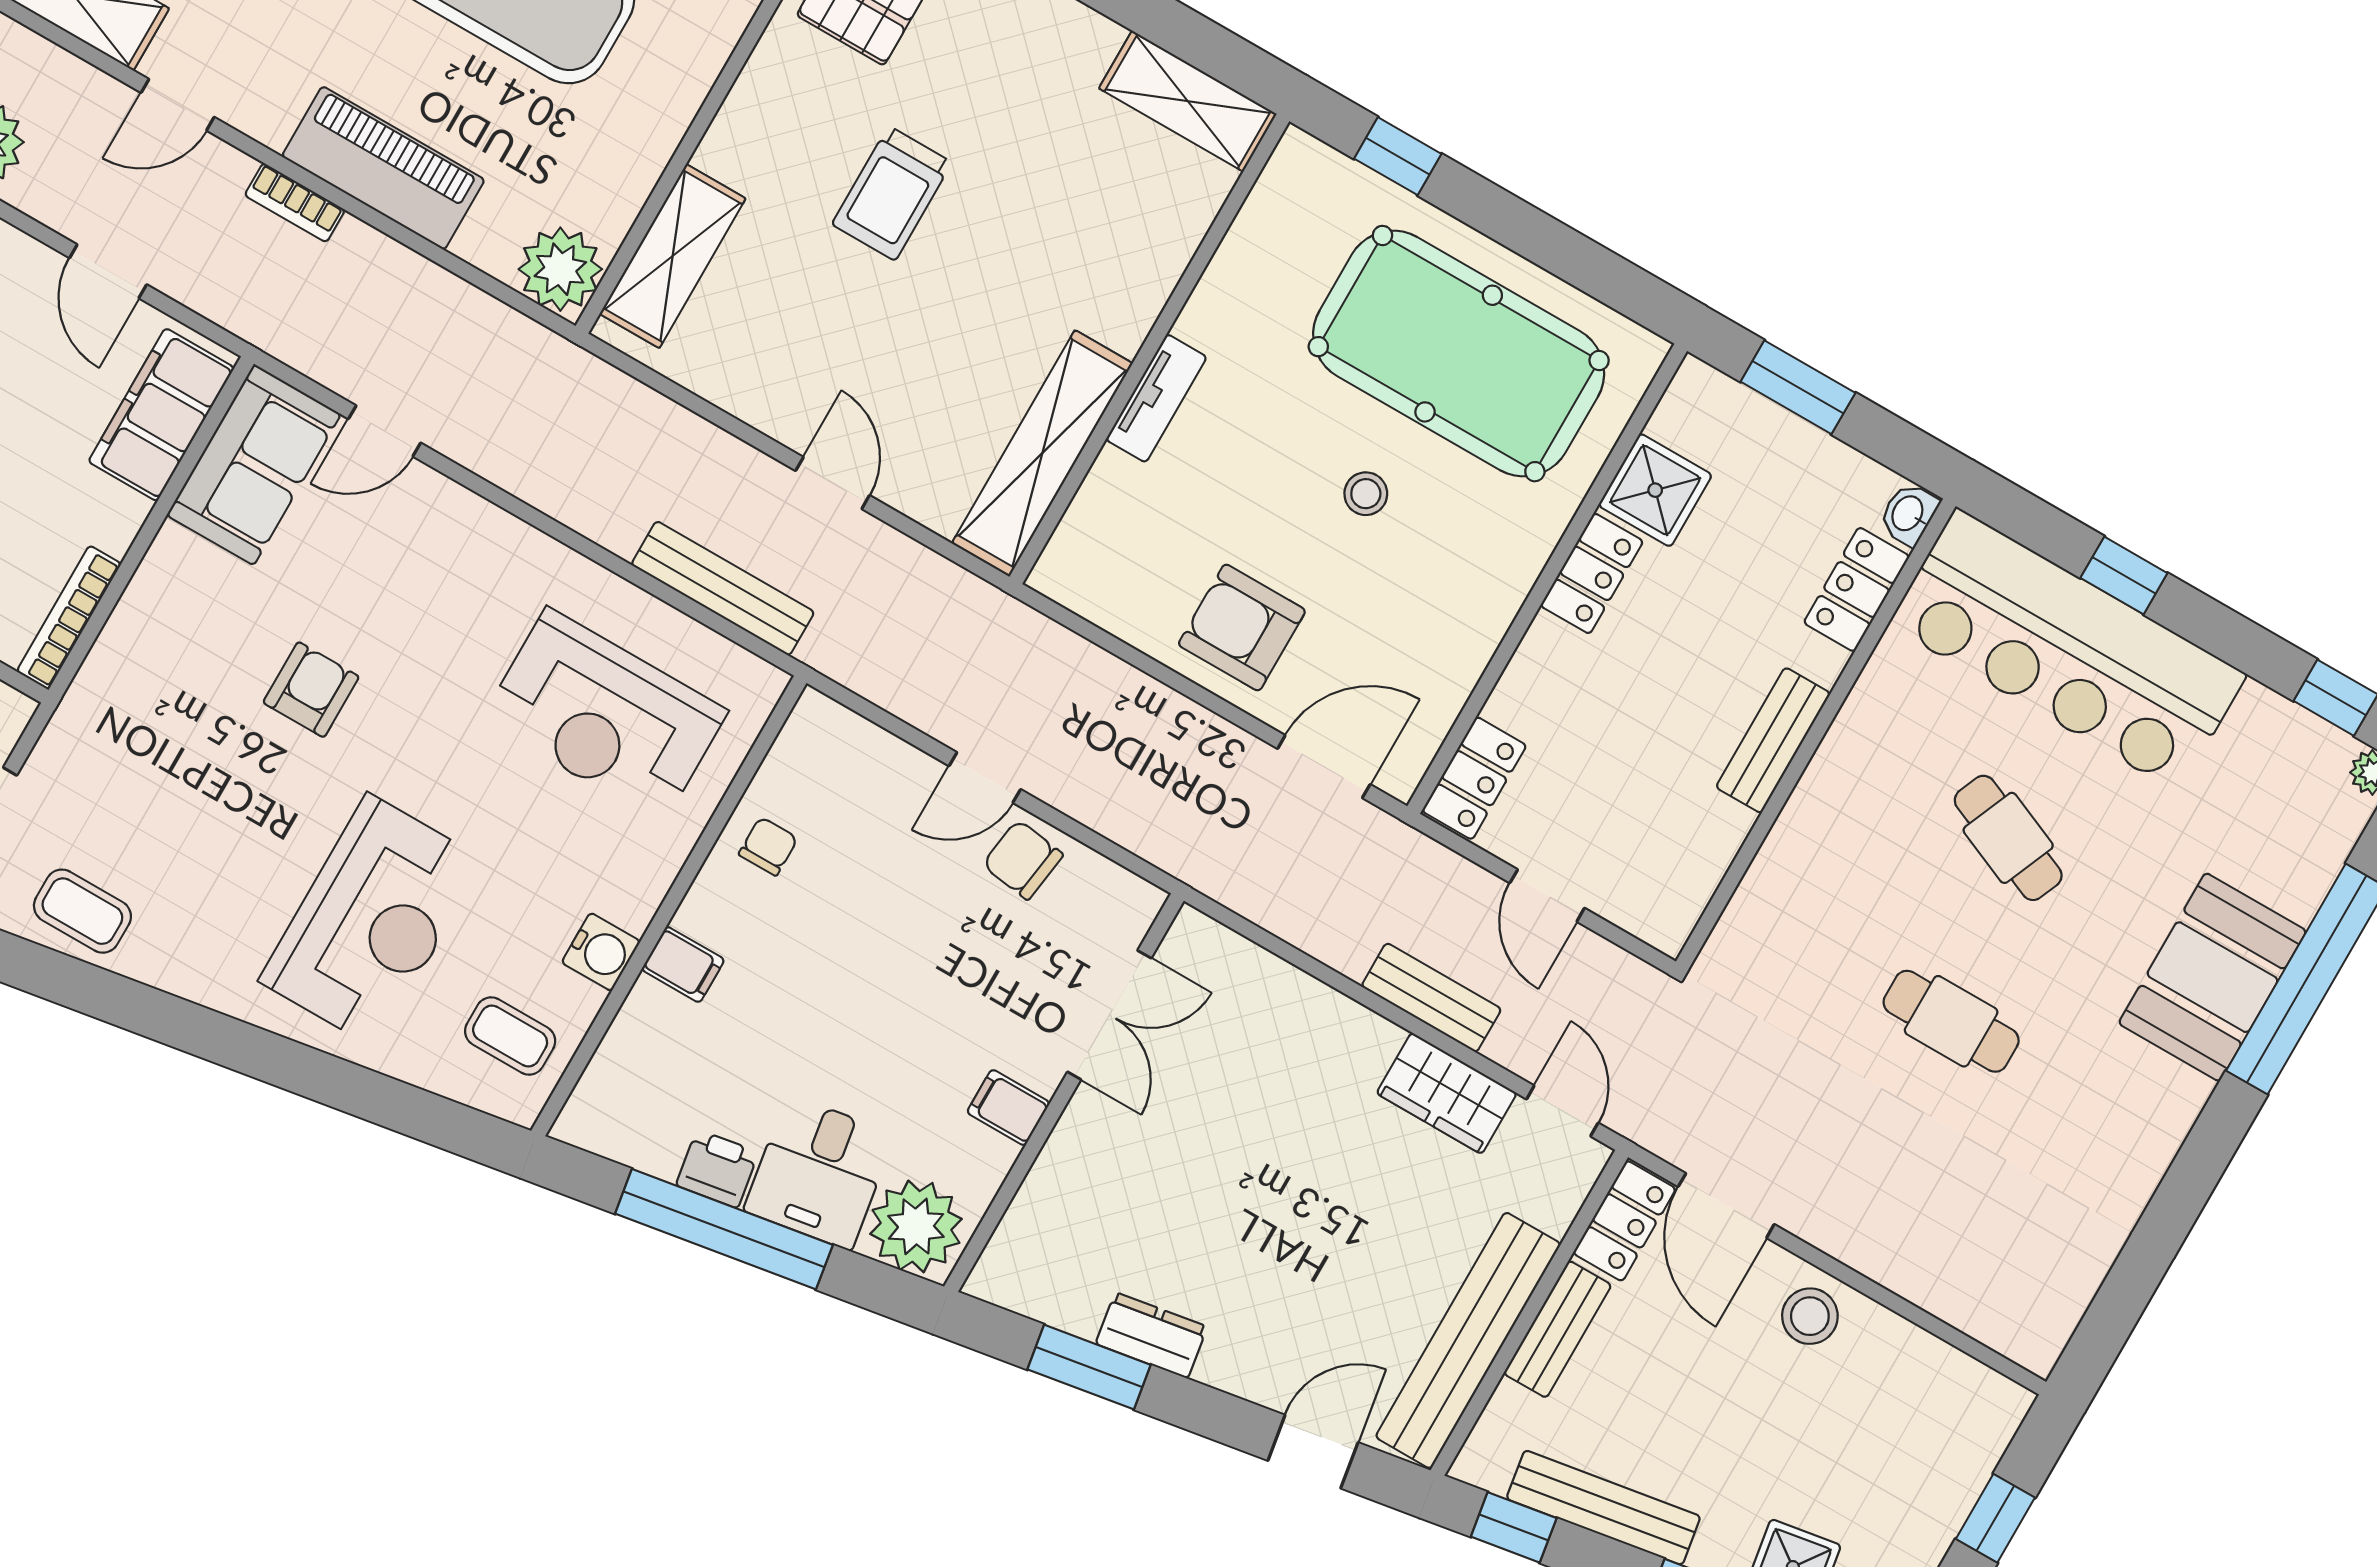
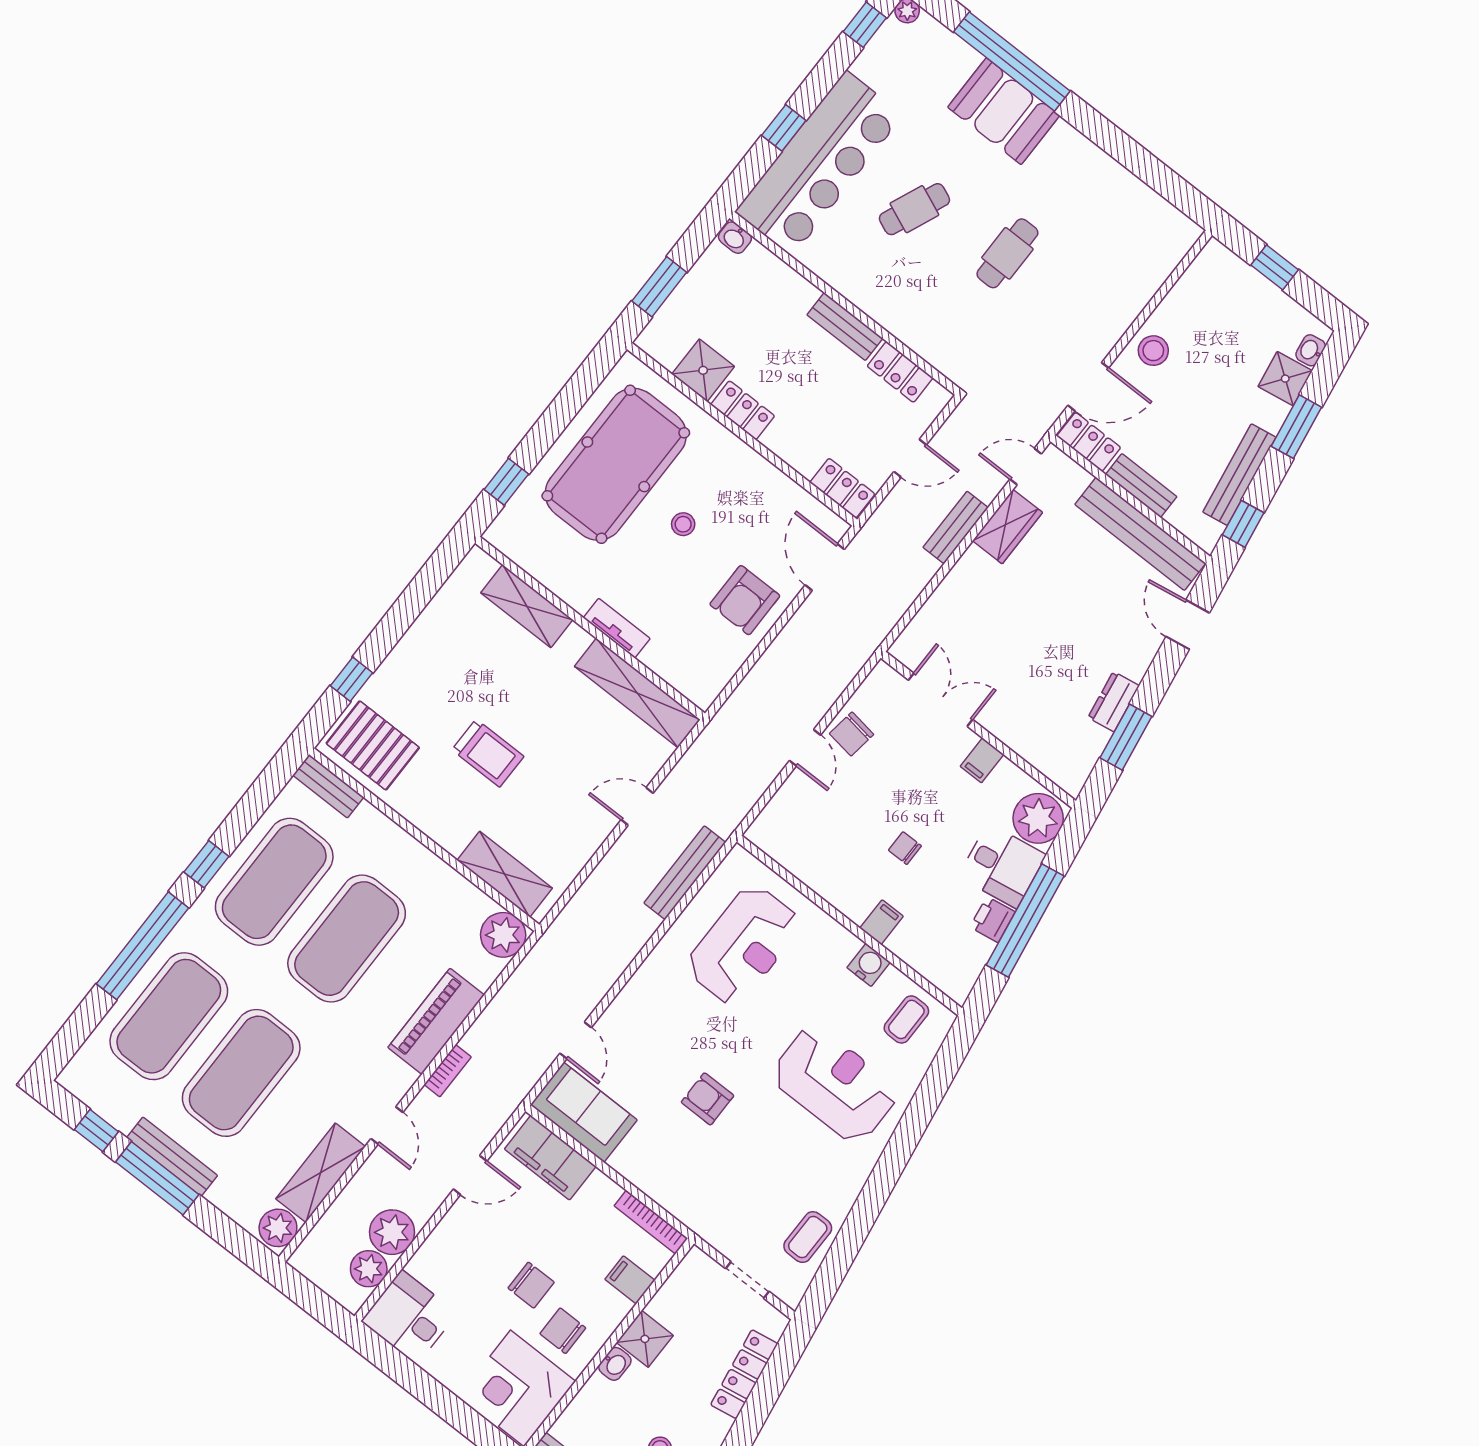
shelving: (1188, 101) -> (527, 606), moved, turned 90
locker: (1857, 589) -> (900, 372), moved
chair: (768, 846) -> (905, 848), moved

